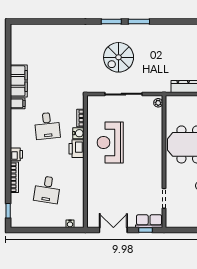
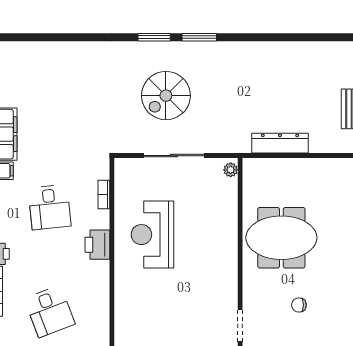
water cooler: (78, 133) -> (100, 219), removed
desk: (47, 190) -> (50, 311), turned -30

